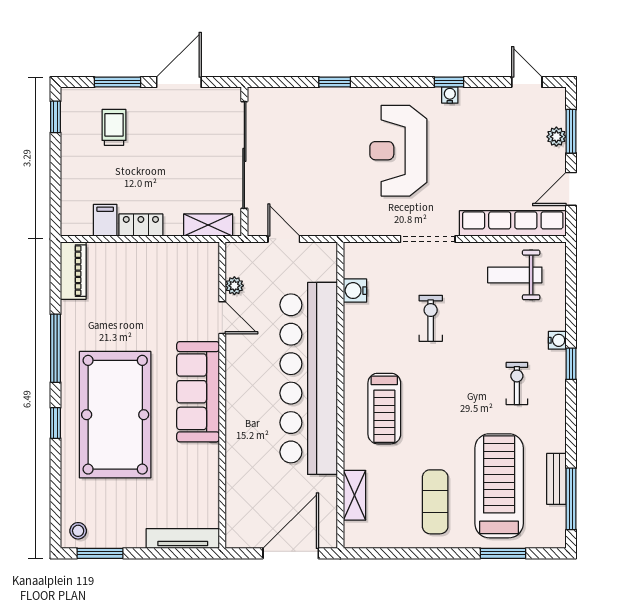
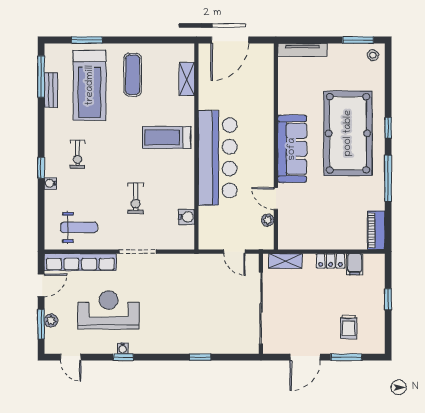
window: (56, 117) -> (388, 299), moved
reception desk: (398, 151) -> (109, 310), moved, turned -90
bar counter: (309, 378) -> (218, 158), width x0.73
treadmill: (384, 409) -> (167, 137), turned -90

